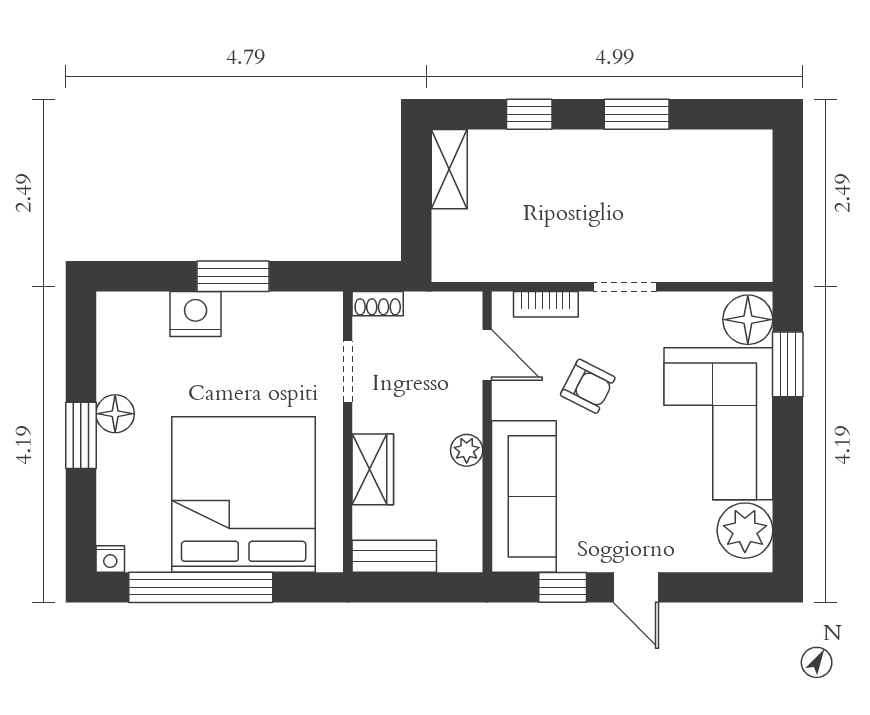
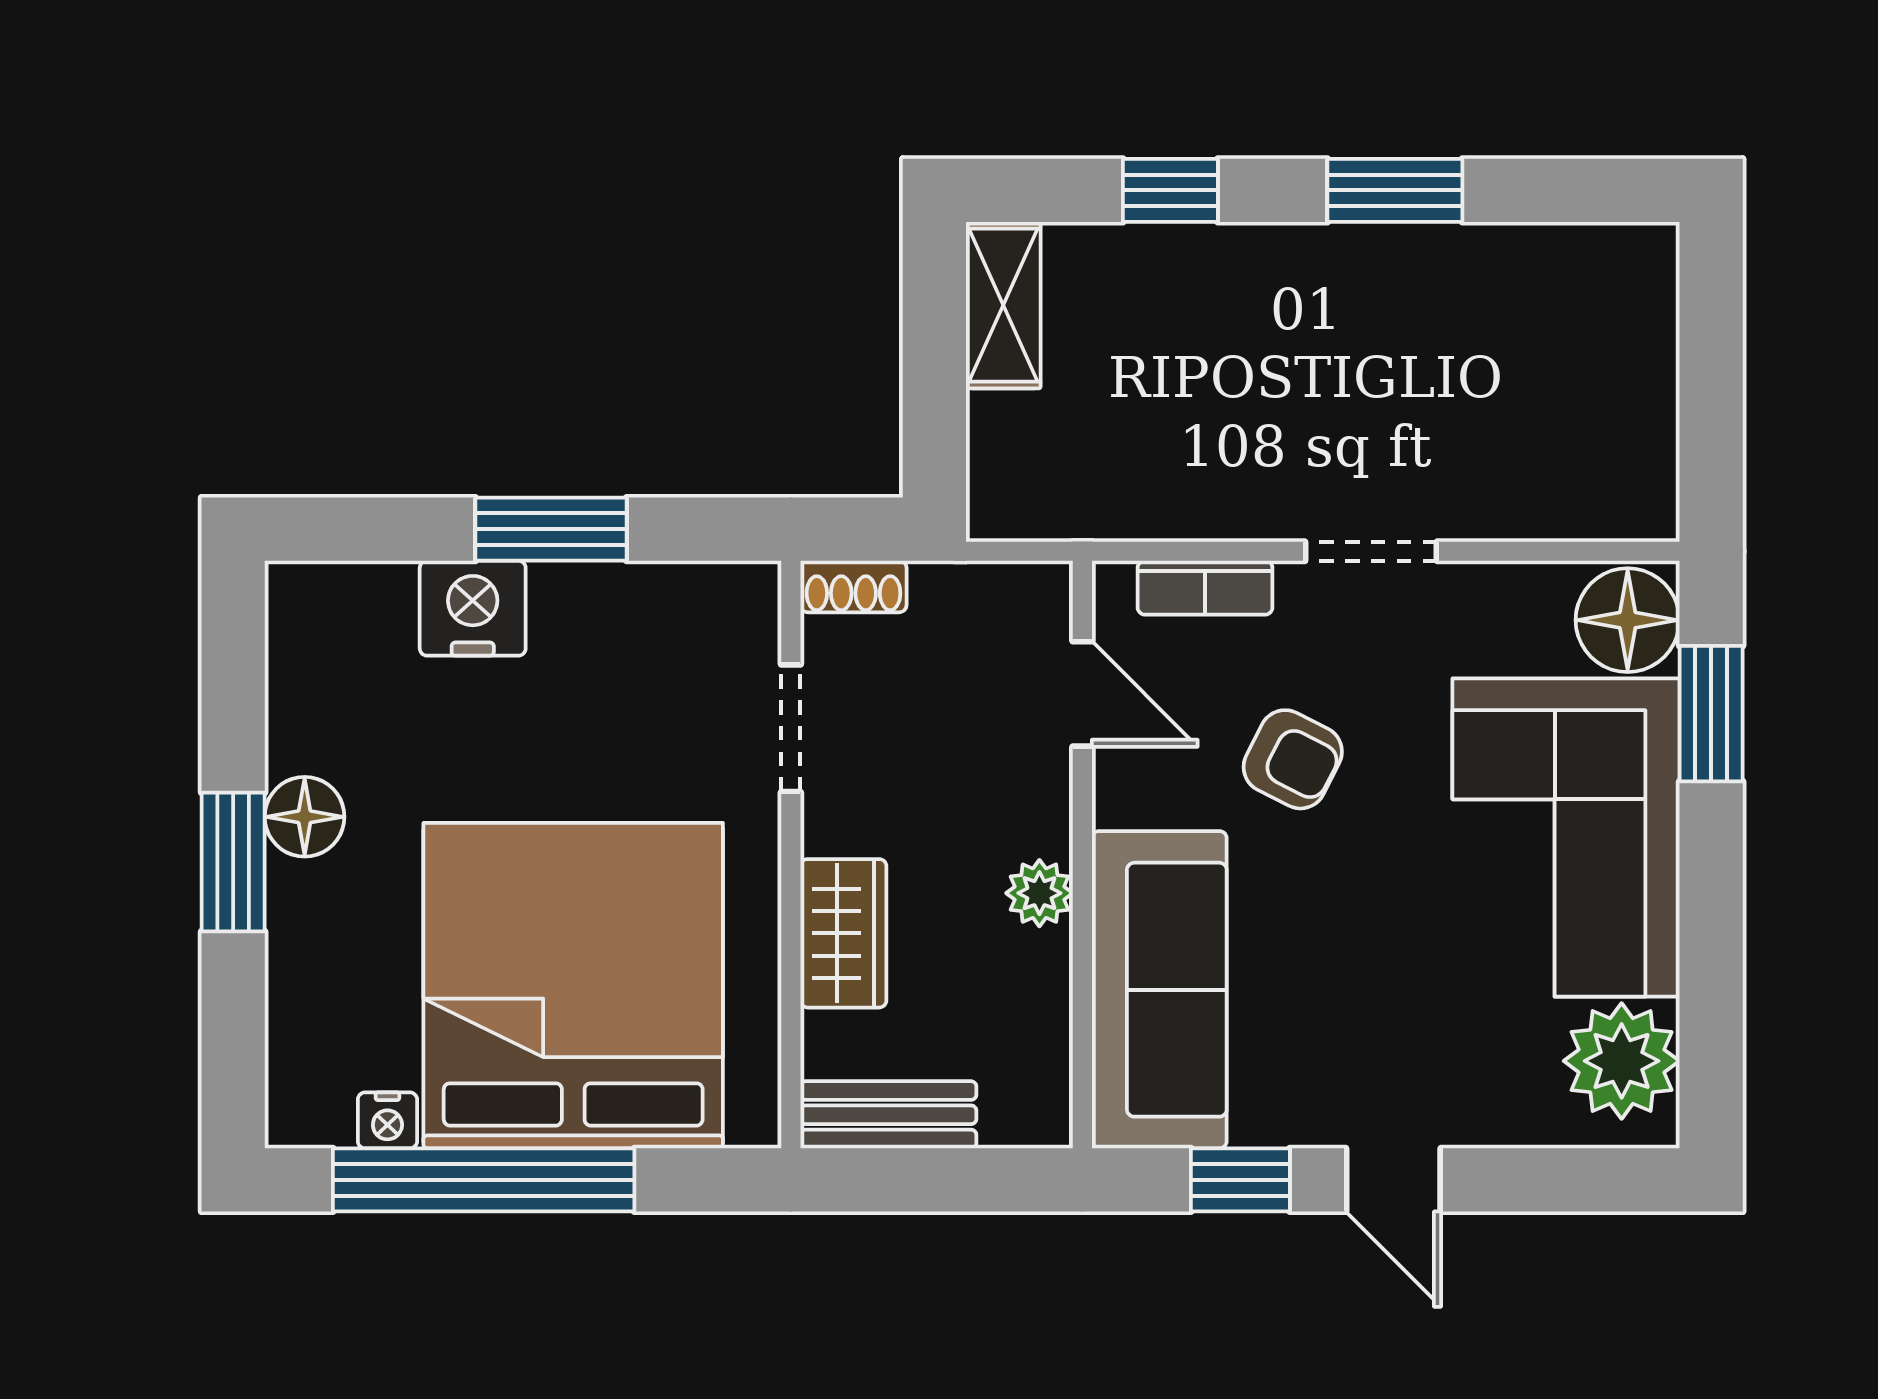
nightstand: (110, 559) -> (387, 1120), moved

